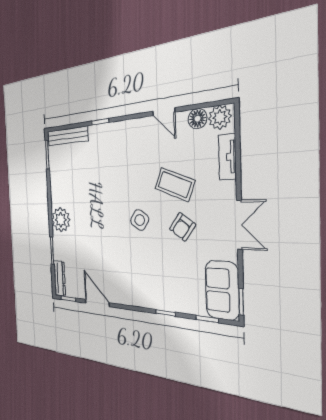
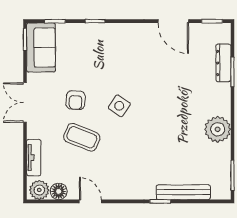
bench: (67, 136) -> (183, 192), moved
plant: (61, 220) -> (218, 129), moved
armchair: (182, 227) -> (76, 100), turned 147
dresser: (60, 278) -> (223, 63), moved

